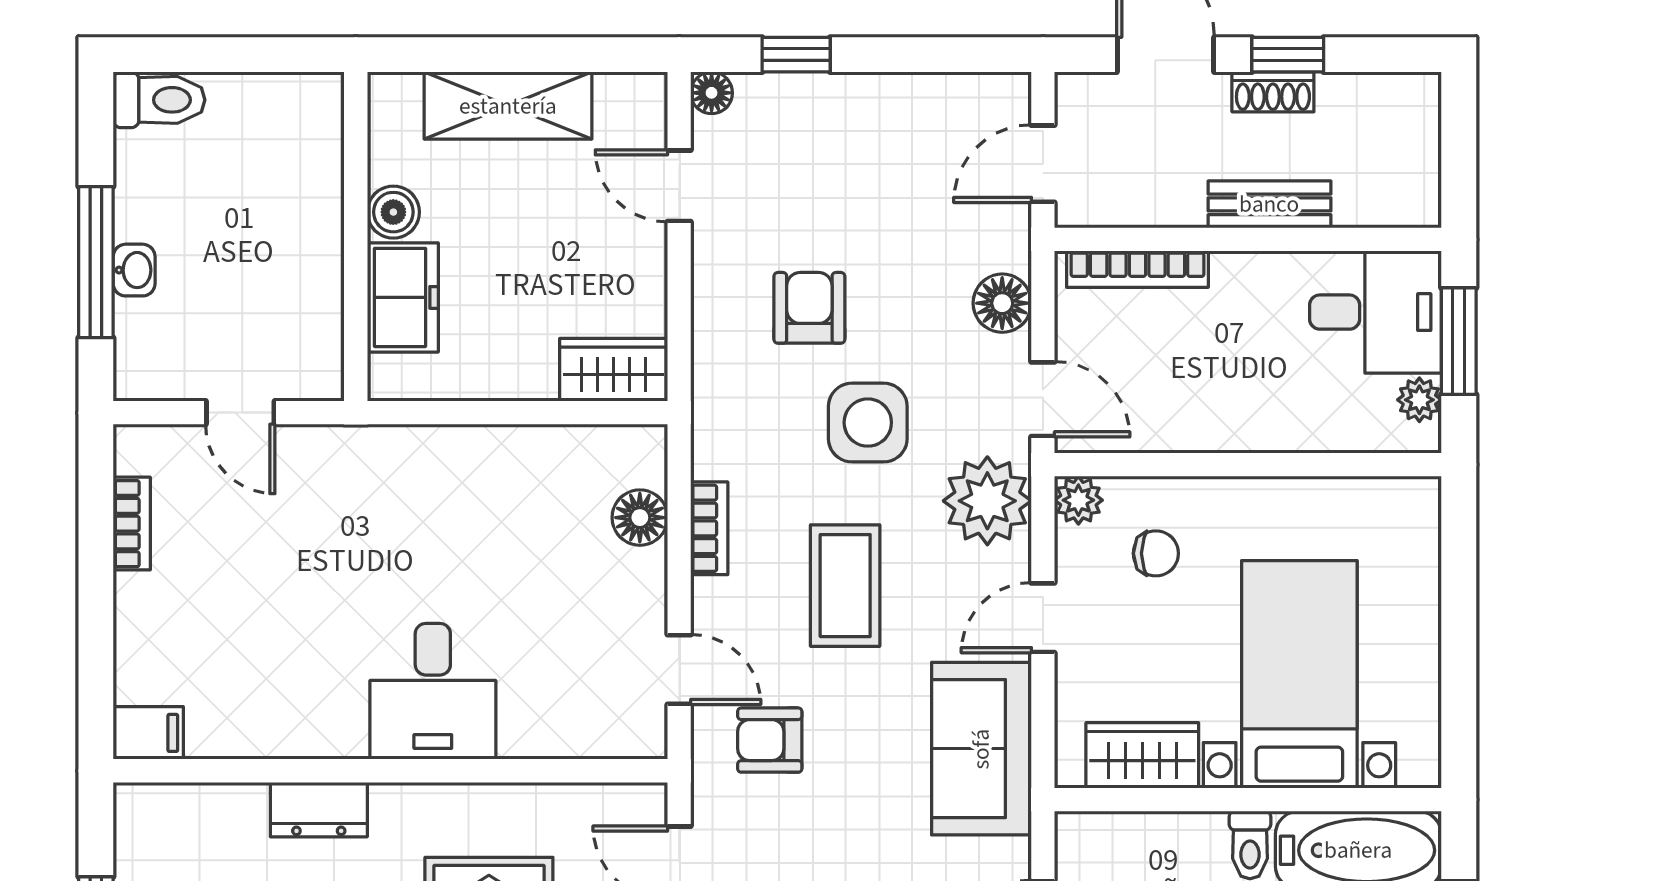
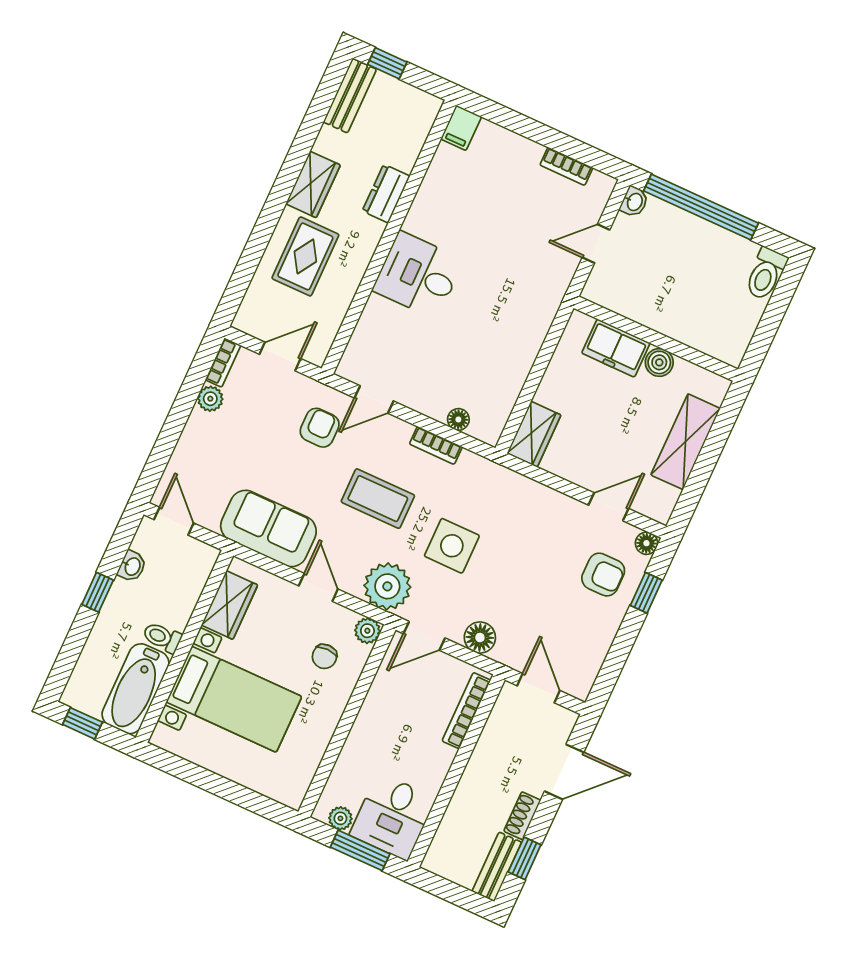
window: (1288, 55) -> (525, 858), moved
bench: (1269, 204) -> (497, 867), moved
window: (96, 262) -> (701, 207), width x1.46
washbasin: (134, 270) -> (634, 202), moved, turned -90
armchair: (809, 308) -> (603, 575), moved
floor lamp: (640, 518) -> (458, 419), width x0.73, depth x0.73

